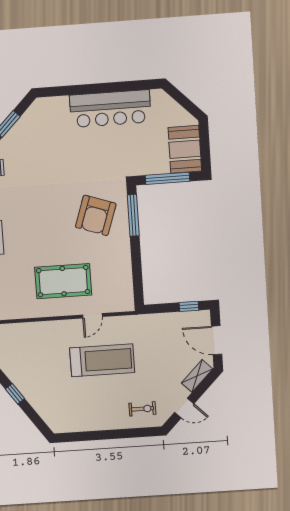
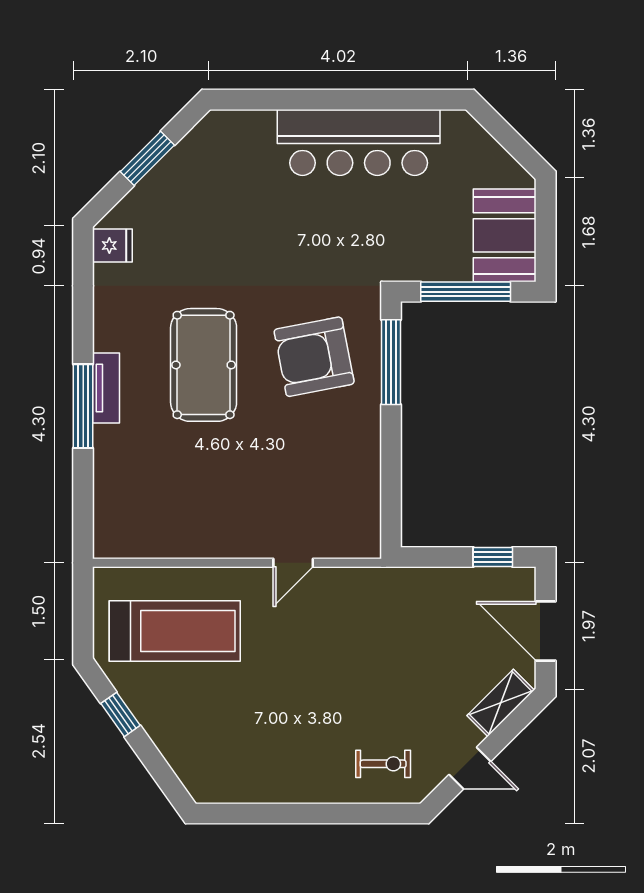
armchair: (96, 215) -> (314, 357), turned 60
pool table: (63, 281) -> (204, 365), moved, turned 90
treadmill: (102, 360) -> (175, 631), moved

